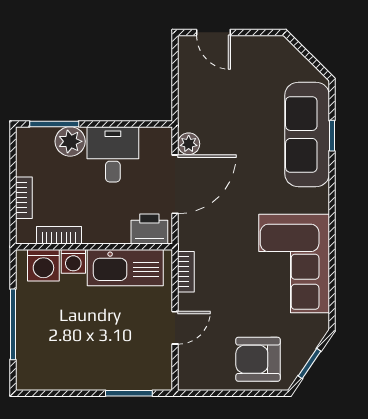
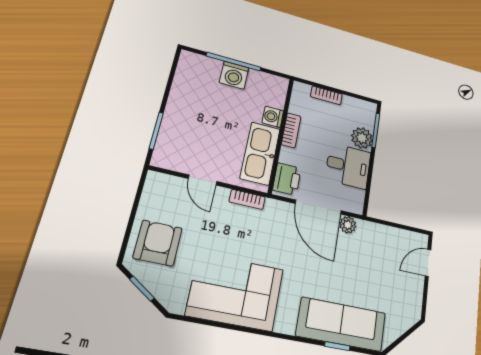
bookcase: (59, 235) -> (291, 130), moved
washing machine: (43, 265) -> (234, 75), moved, turned -90

